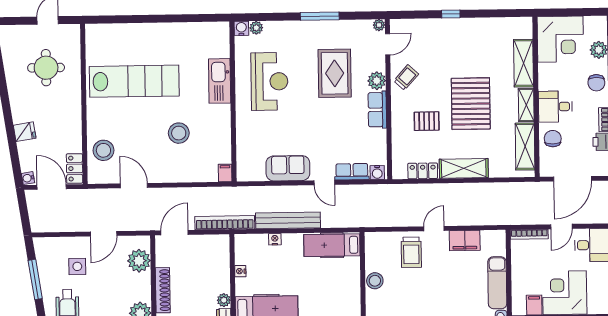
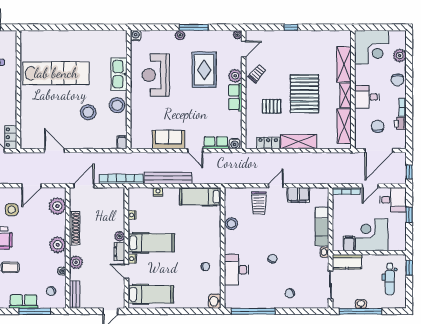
plant: (256, 28) -> (180, 35), moved
reception desk: (269, 81) -> (156, 75), turned 180
chair: (553, 139) -> (378, 126), moved
stool: (103, 150) -> (117, 105), moved

